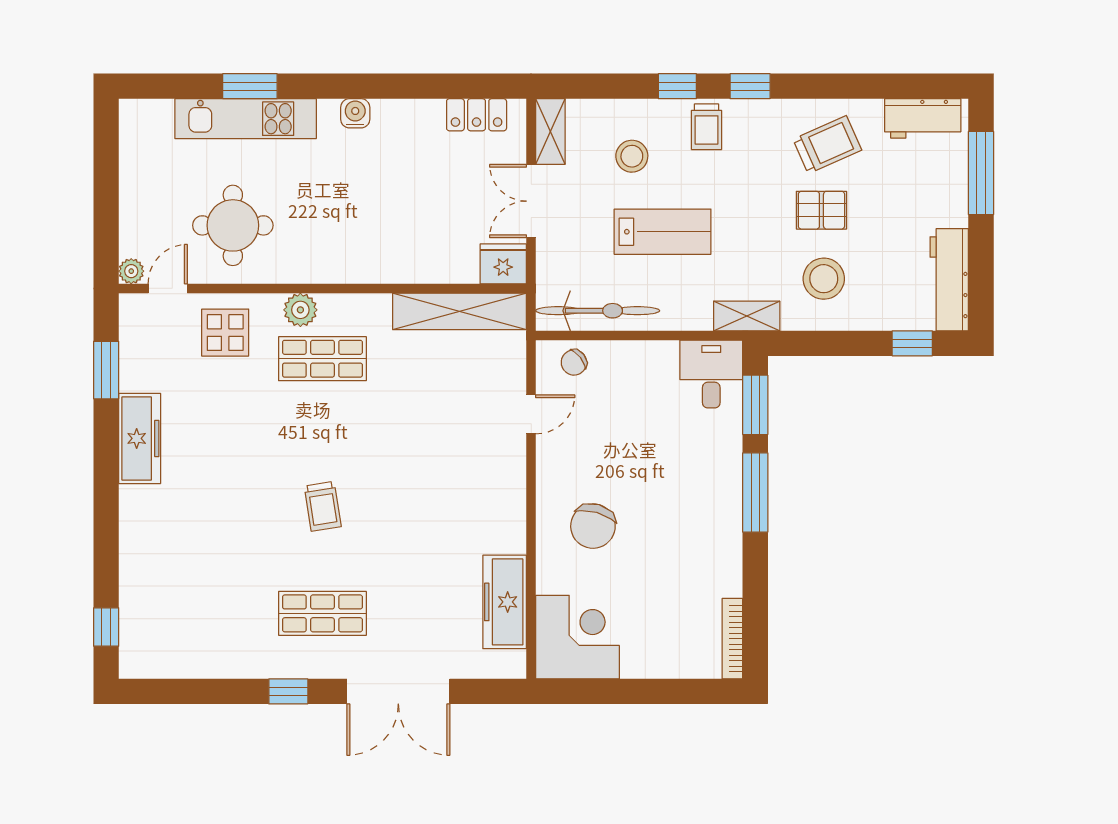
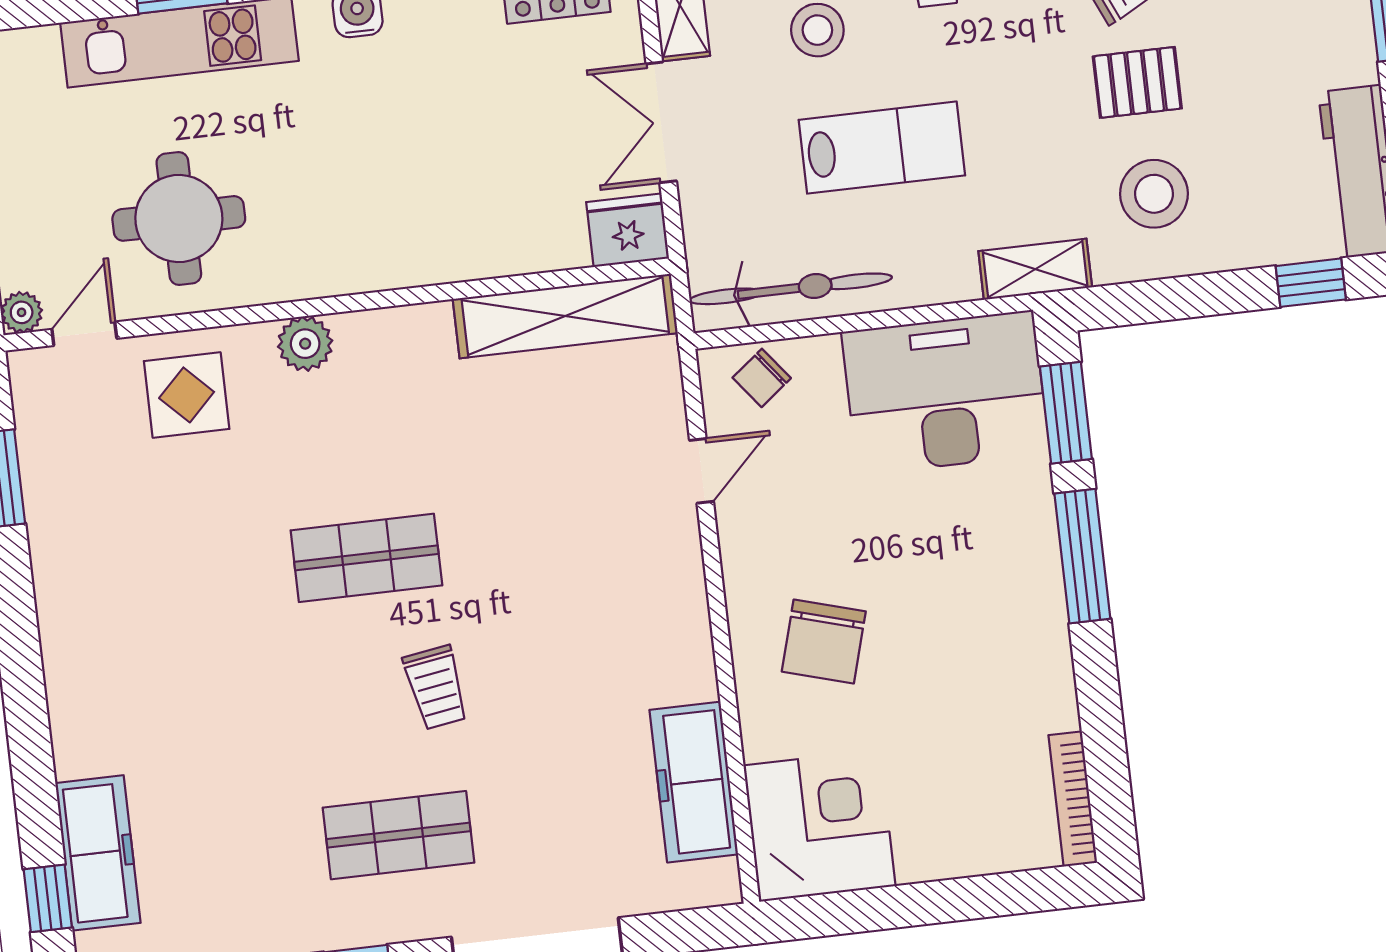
shop shelf: (322, 359) -> (366, 558), moved
desk: (711, 374) -> (945, 393), width x1.87, depth x1.30
freezer: (140, 438) -> (98, 853), moved
trolley: (323, 506) -> (436, 687), moved

